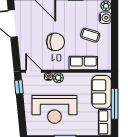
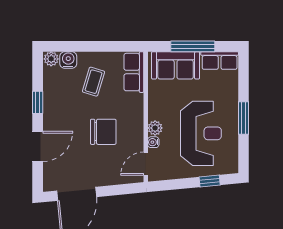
chair: (56, 42) -> (103, 132), turned 90
row of seats: (83, 63) -> (134, 72), moved
window: (19, 87) -> (210, 181), moved

